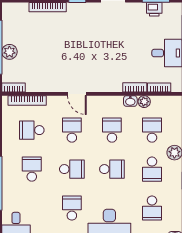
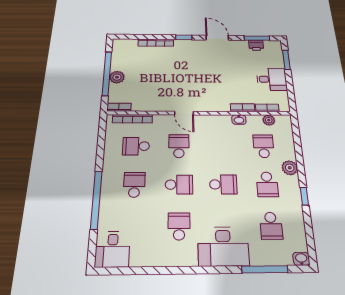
plant: (144, 102) -> (269, 120), moved
school desk: (112, 130) -> (221, 146), removed

